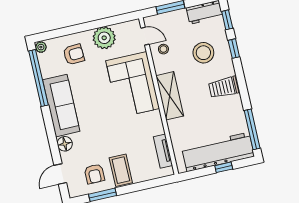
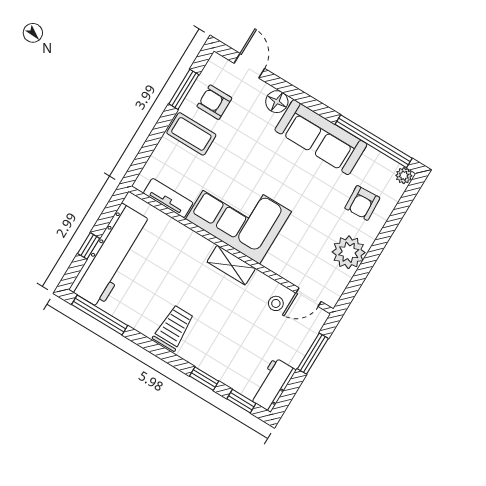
stool: (203, 53) -> (231, 342), removed
corner sofa: (133, 85) -> (238, 215), moved
shelving: (170, 96) -> (231, 265), width x0.67, depth x0.75

